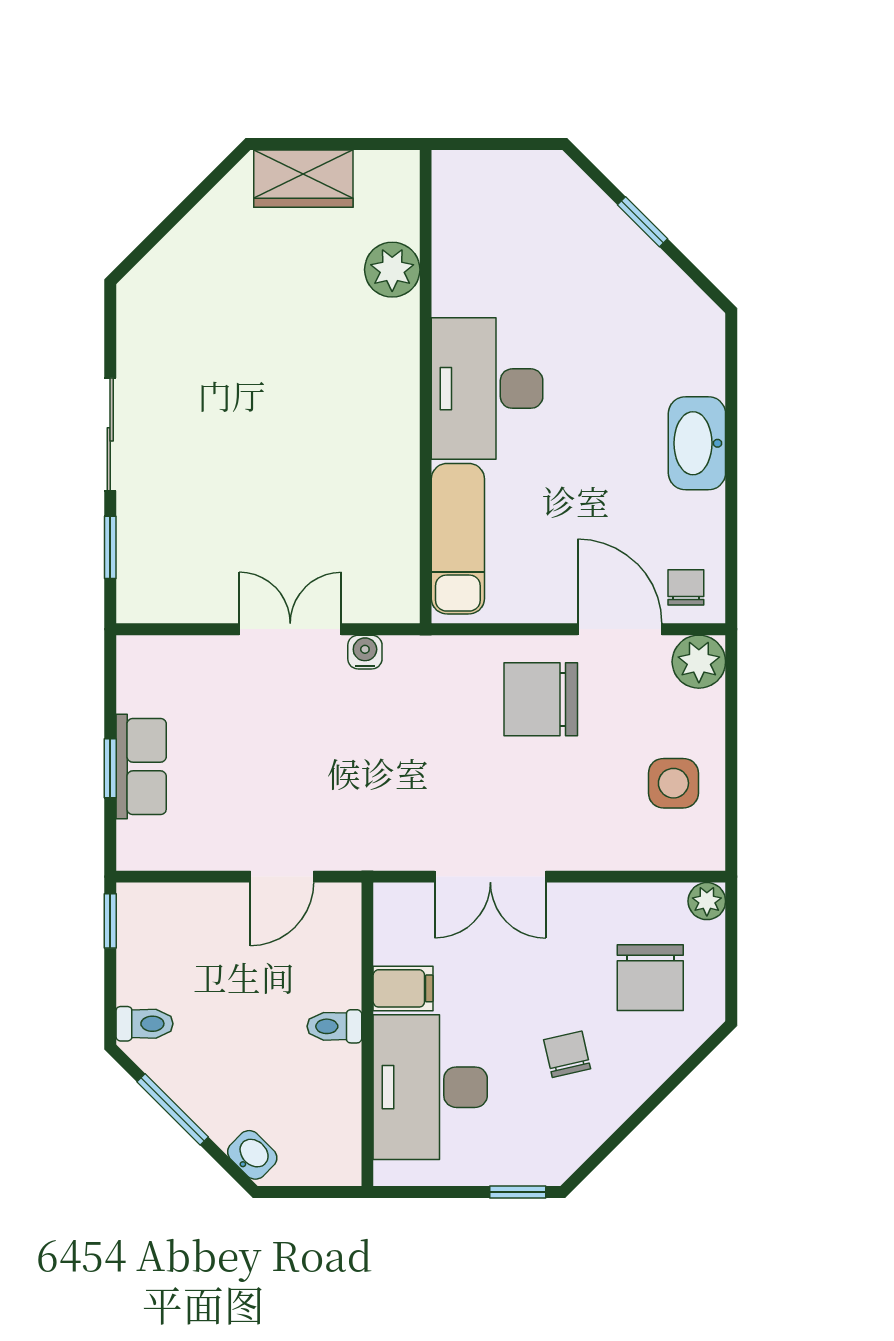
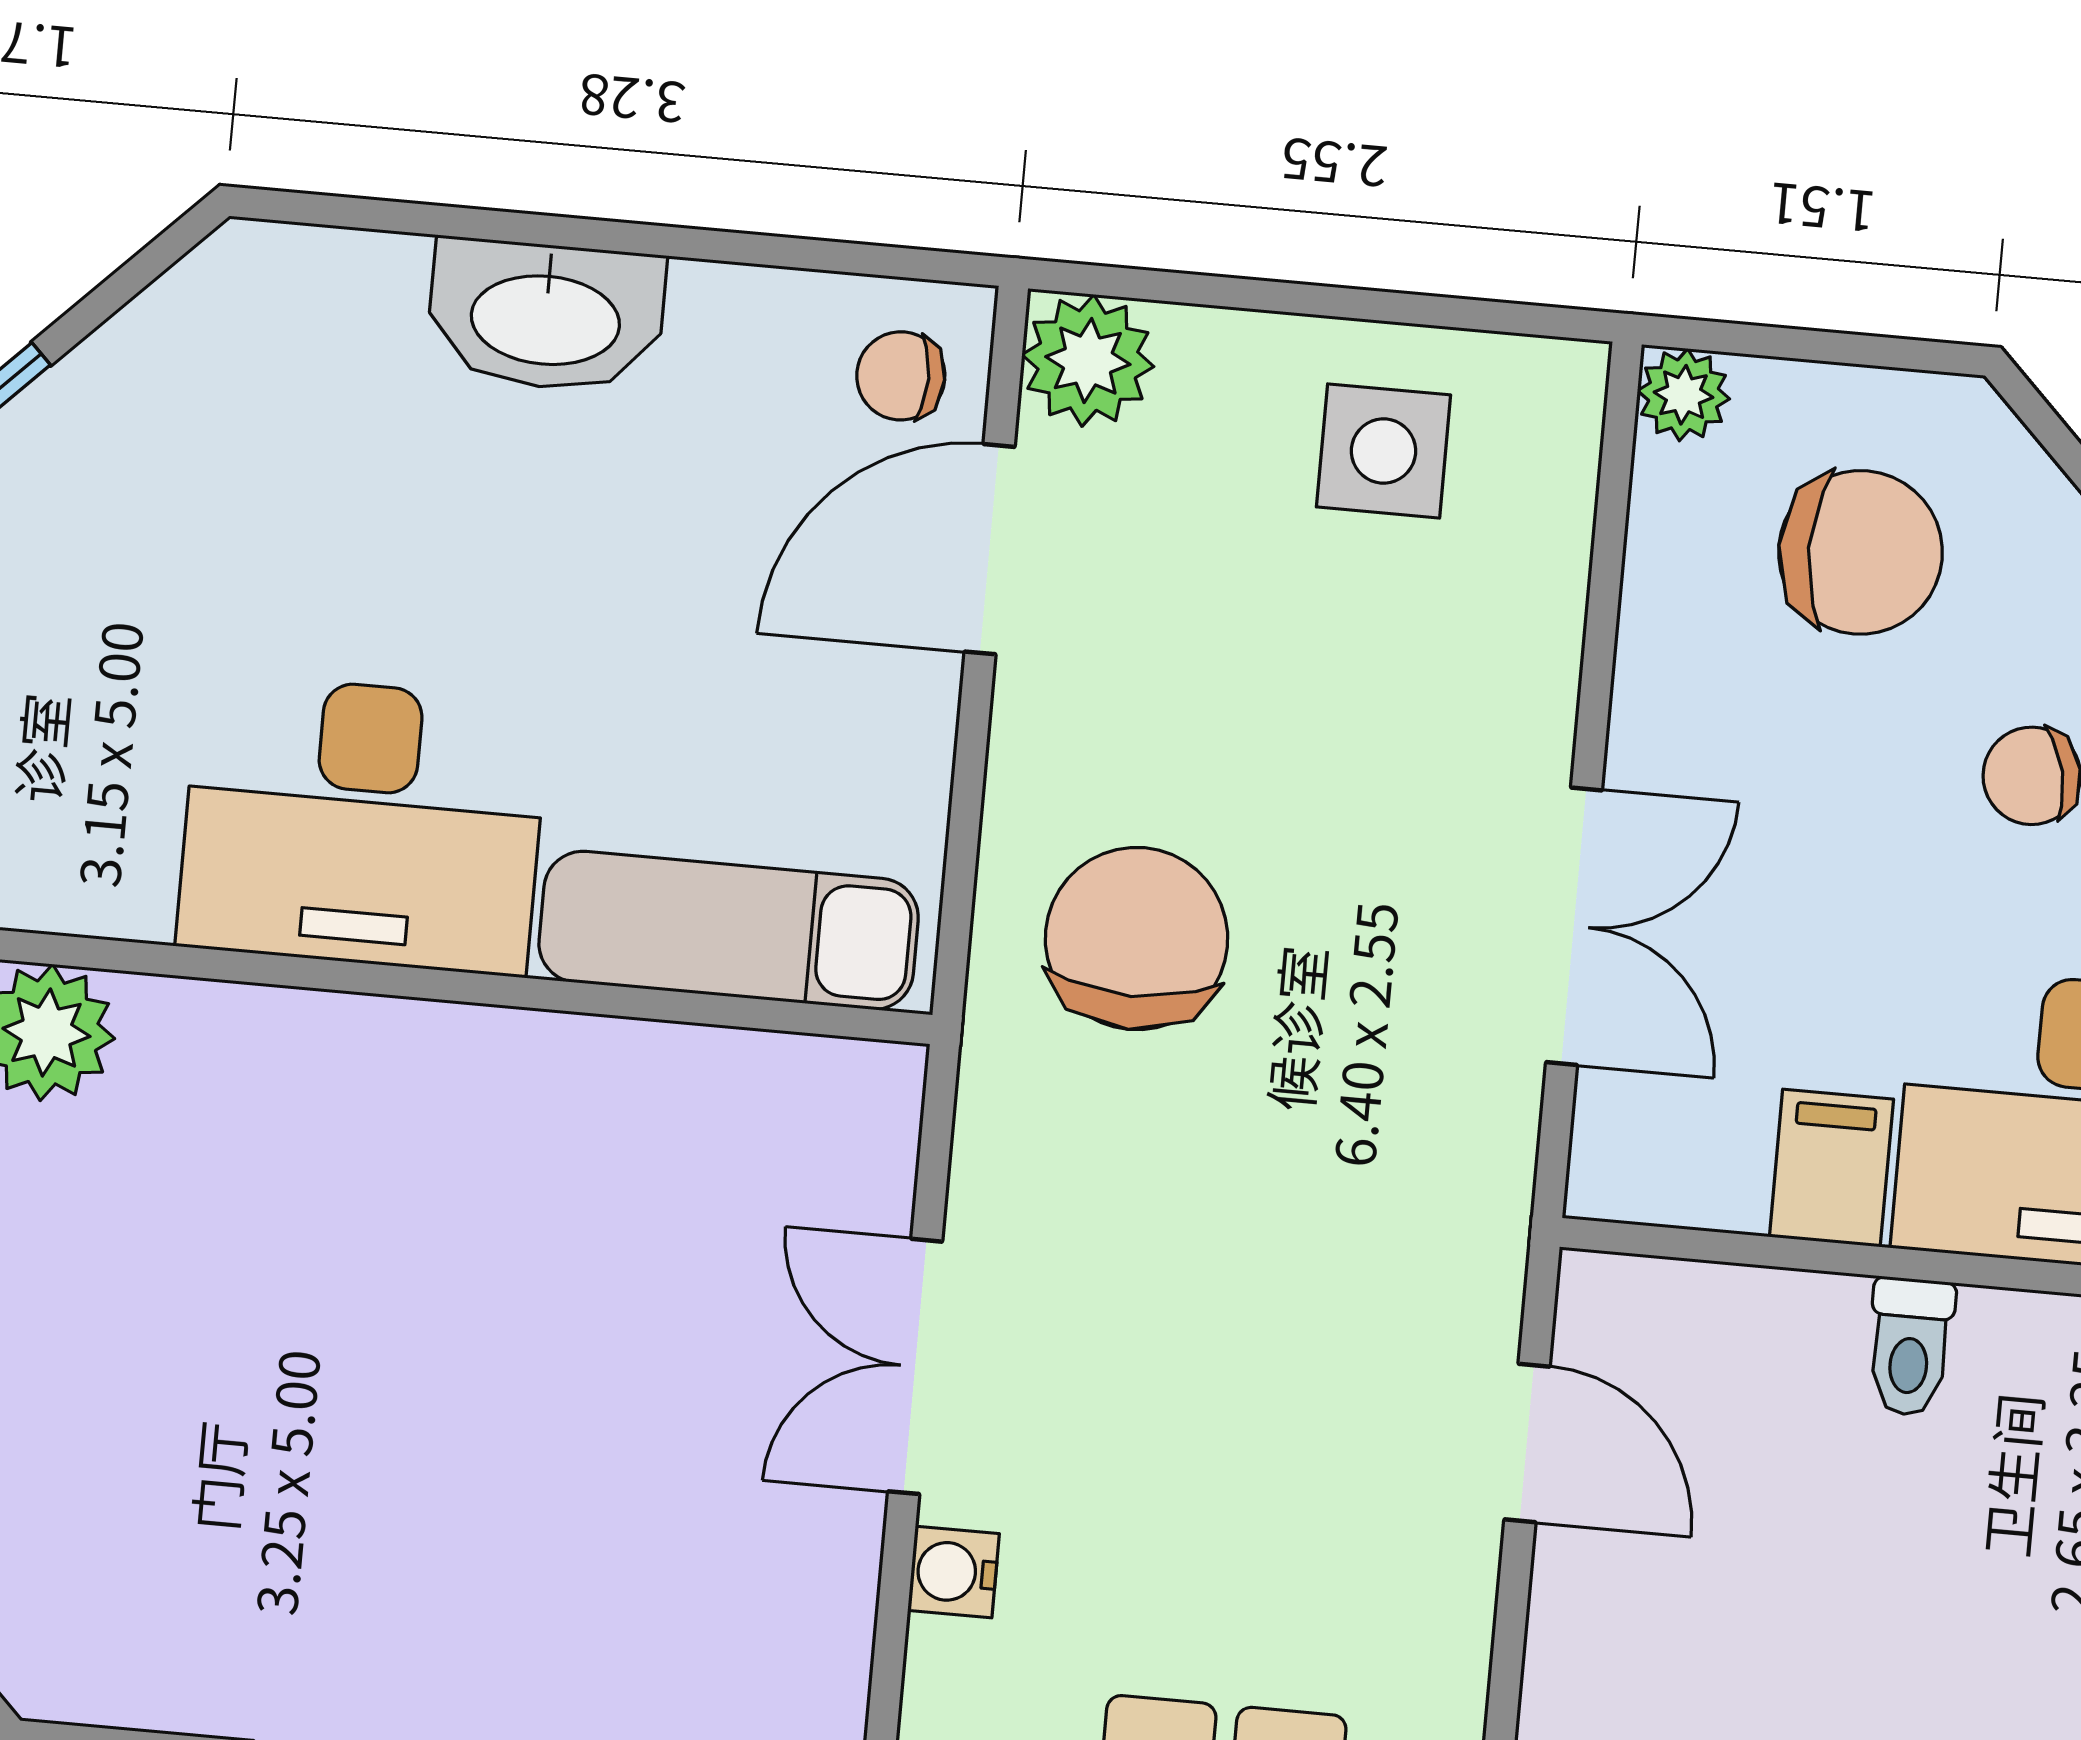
water cooler: (365, 652) -> (954, 1572), moved
chair: (541, 699) -> (1137, 939), moved, turned 180

